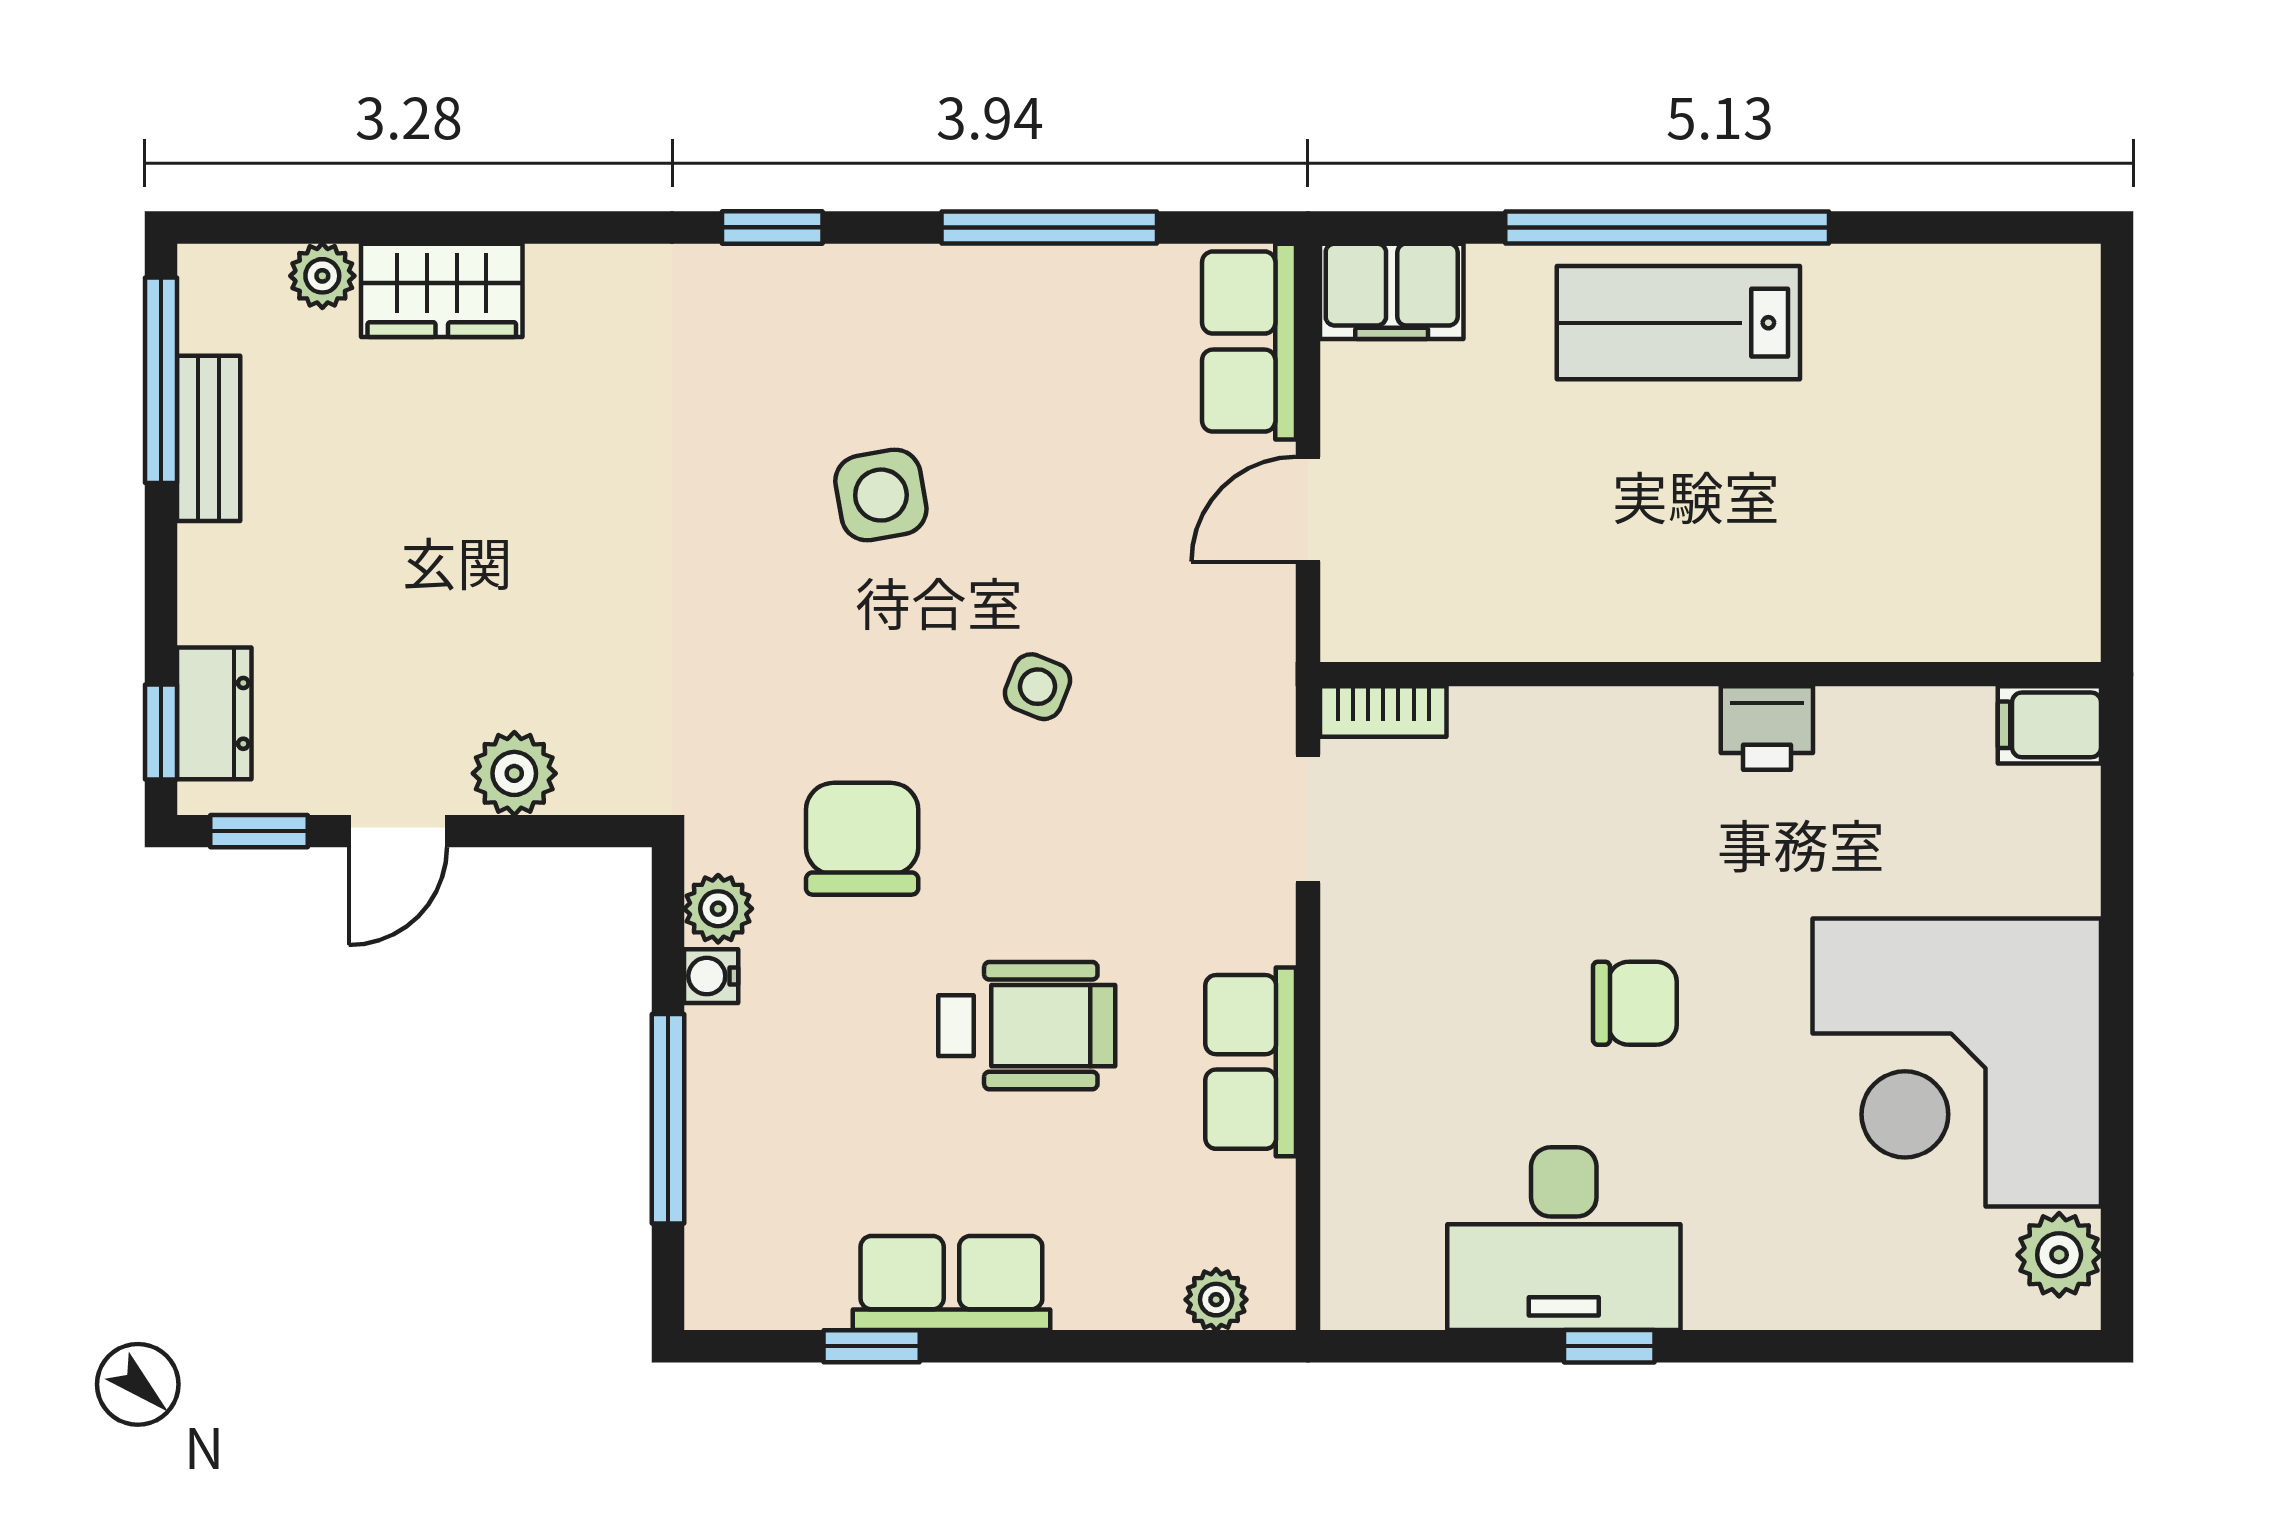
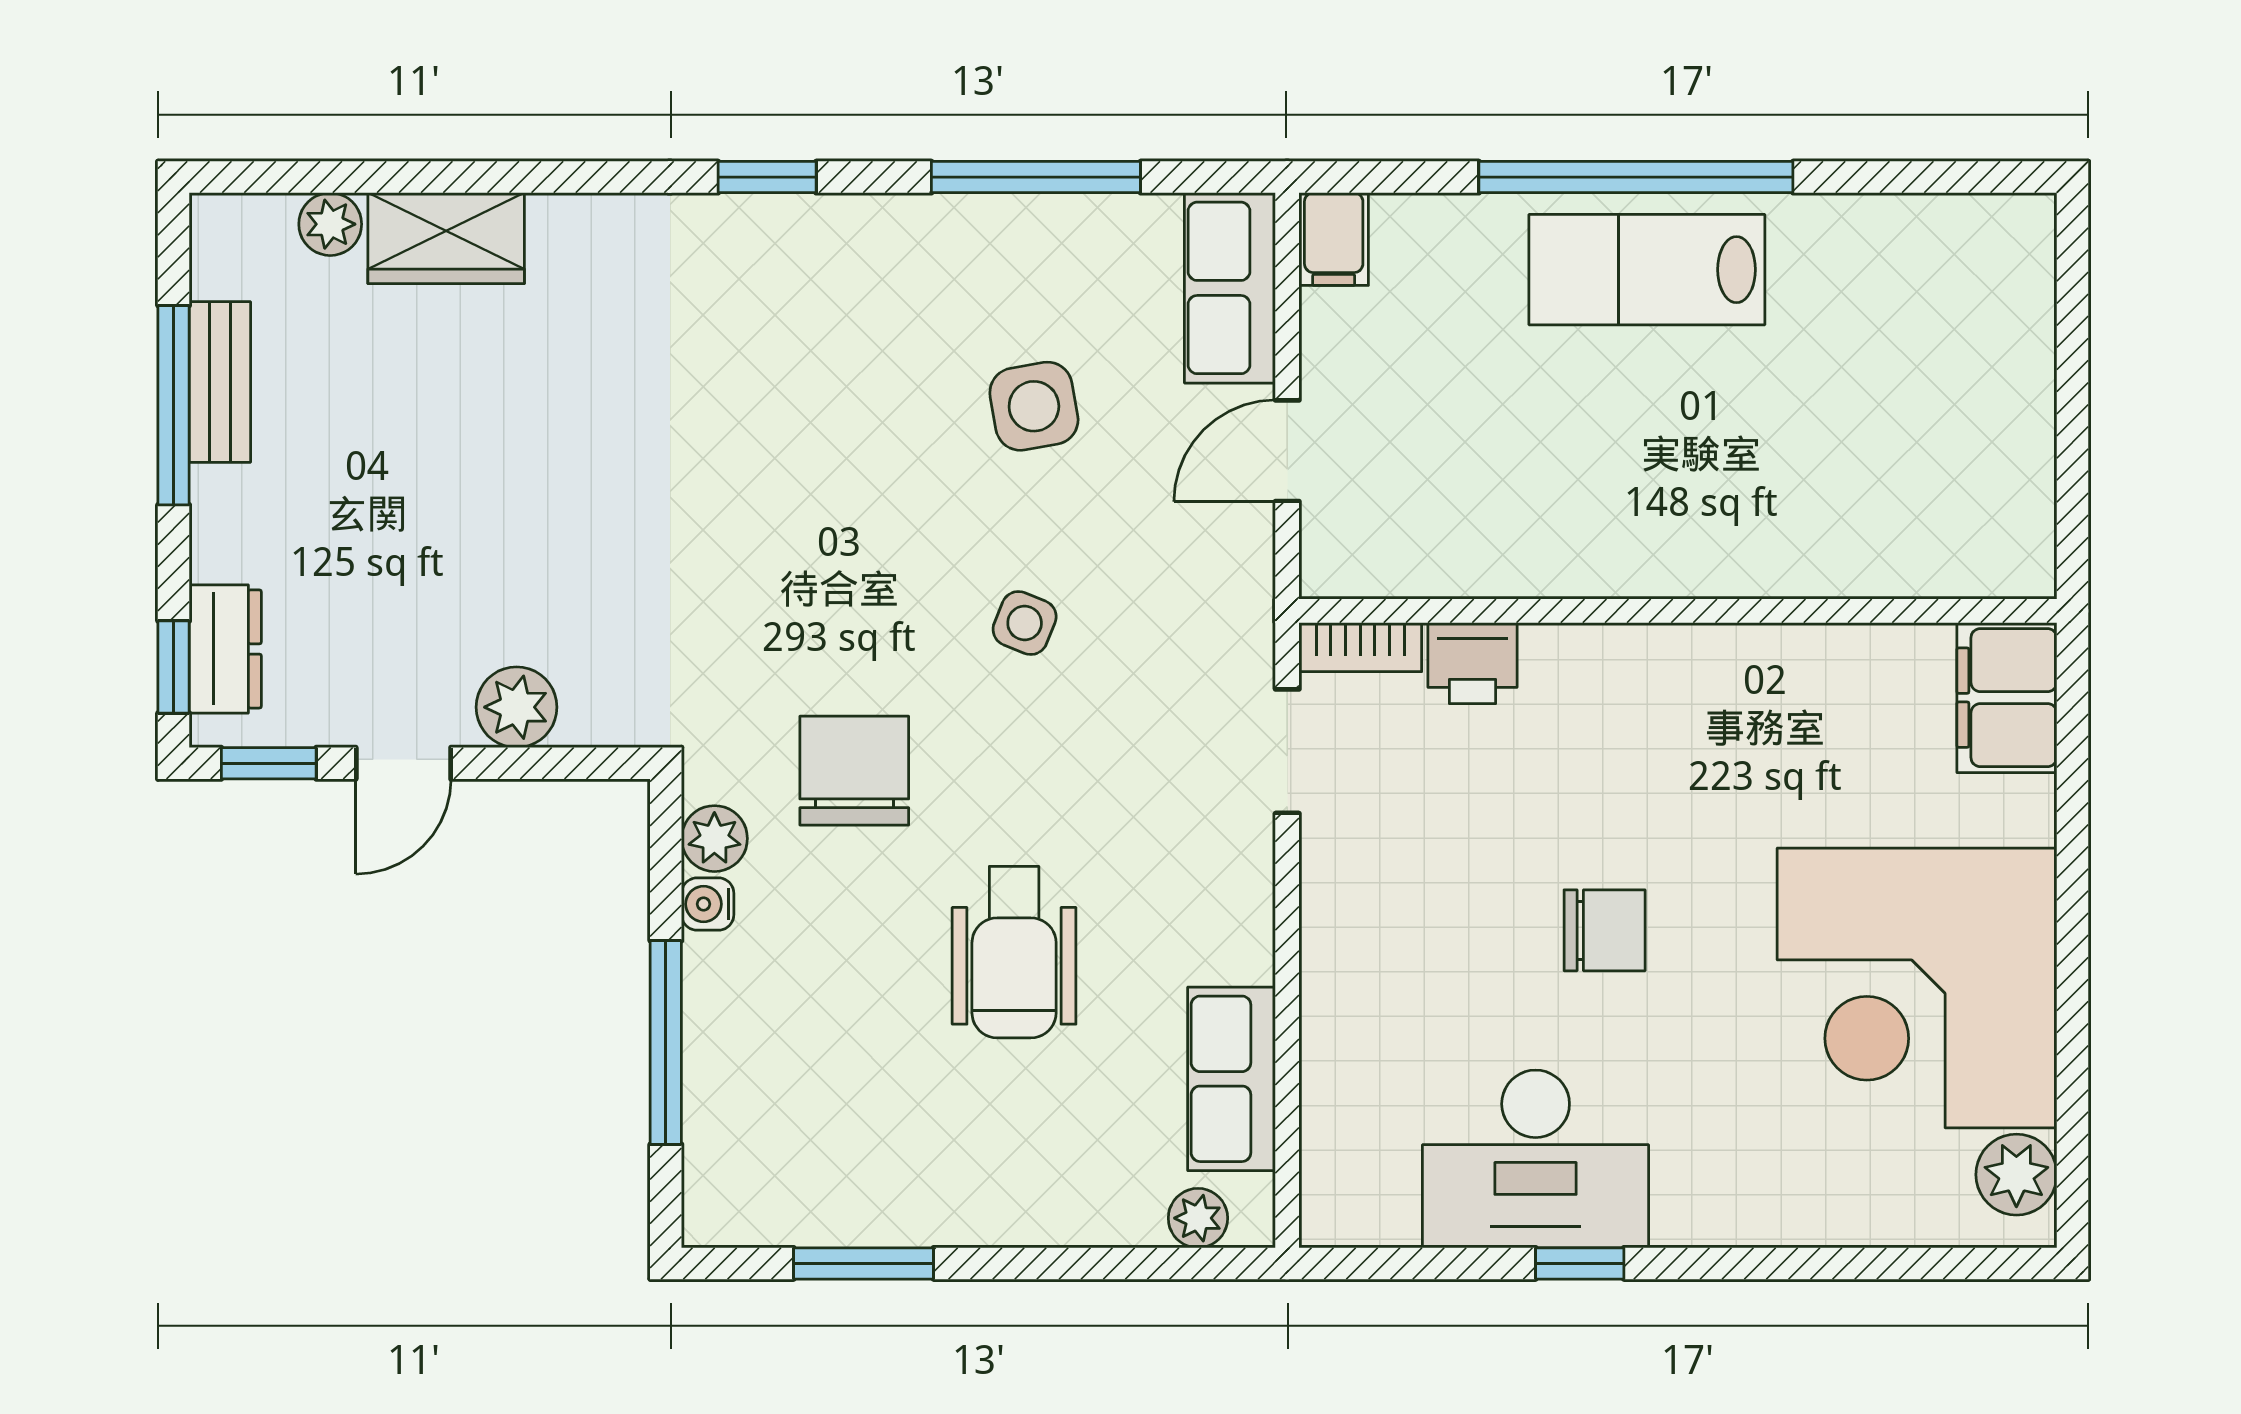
filing cabinet: (1392, 291) -> (1334, 239), width x0.50
window: (161, 380) -> (174, 405), moved
side table: (881, 495) -> (1034, 406), moved
filing cabinet: (2049, 725) -> (2007, 698), width x2.00
printer: (1767, 728) -> (1472, 663), moved
wheelchair: (1027, 1026) -> (1014, 952), turned 90
row of seats: (1251, 1062) -> (1232, 1079), moved
row of seats: (951, 1283) -> (941, 1202), removed
window: (872, 1346) -> (864, 1263), width x1.50

